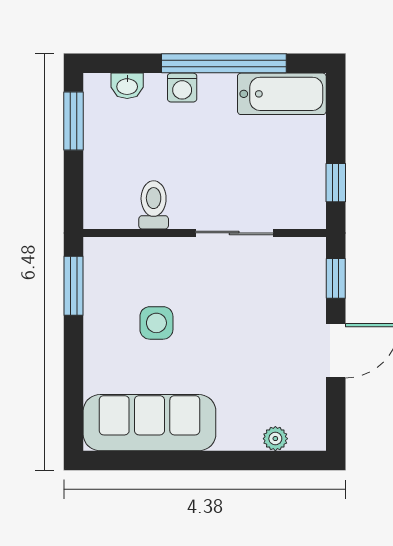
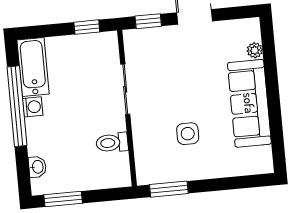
washing machine: (182, 88) -> (33, 107), moved
sofa: (149, 423) -> (249, 103), moved

